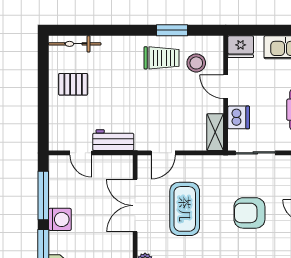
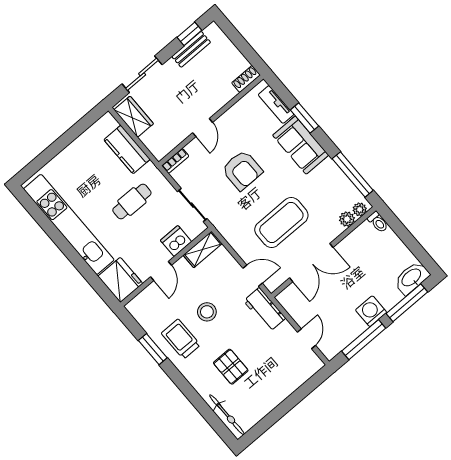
fridge: (241, 47) -> (120, 280), width x1.36, depth x1.34
stool: (196, 63) -> (207, 312), moved
pallet: (73, 84) -> (231, 367), moved
workbench: (113, 140) -> (265, 309), moved

